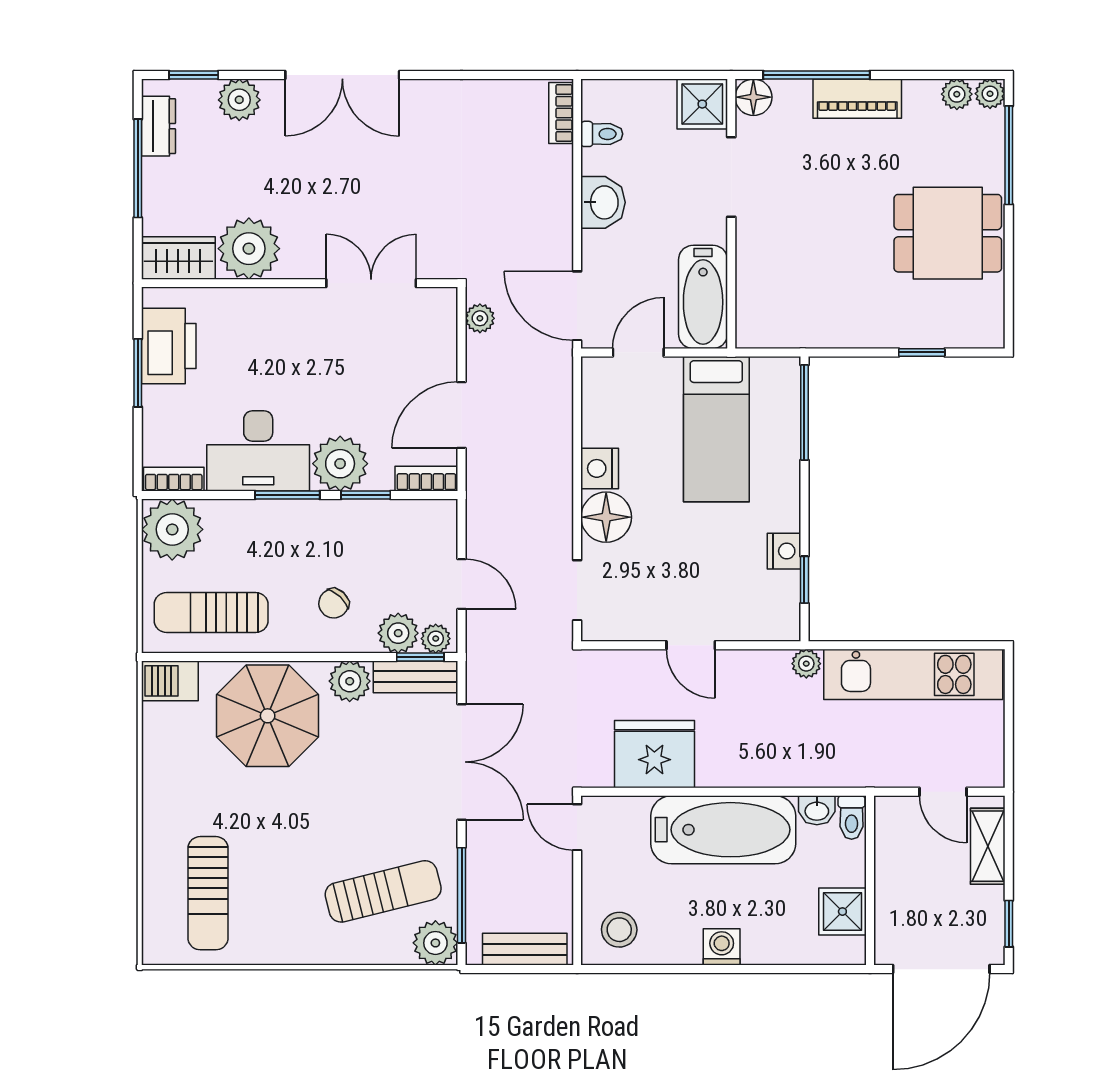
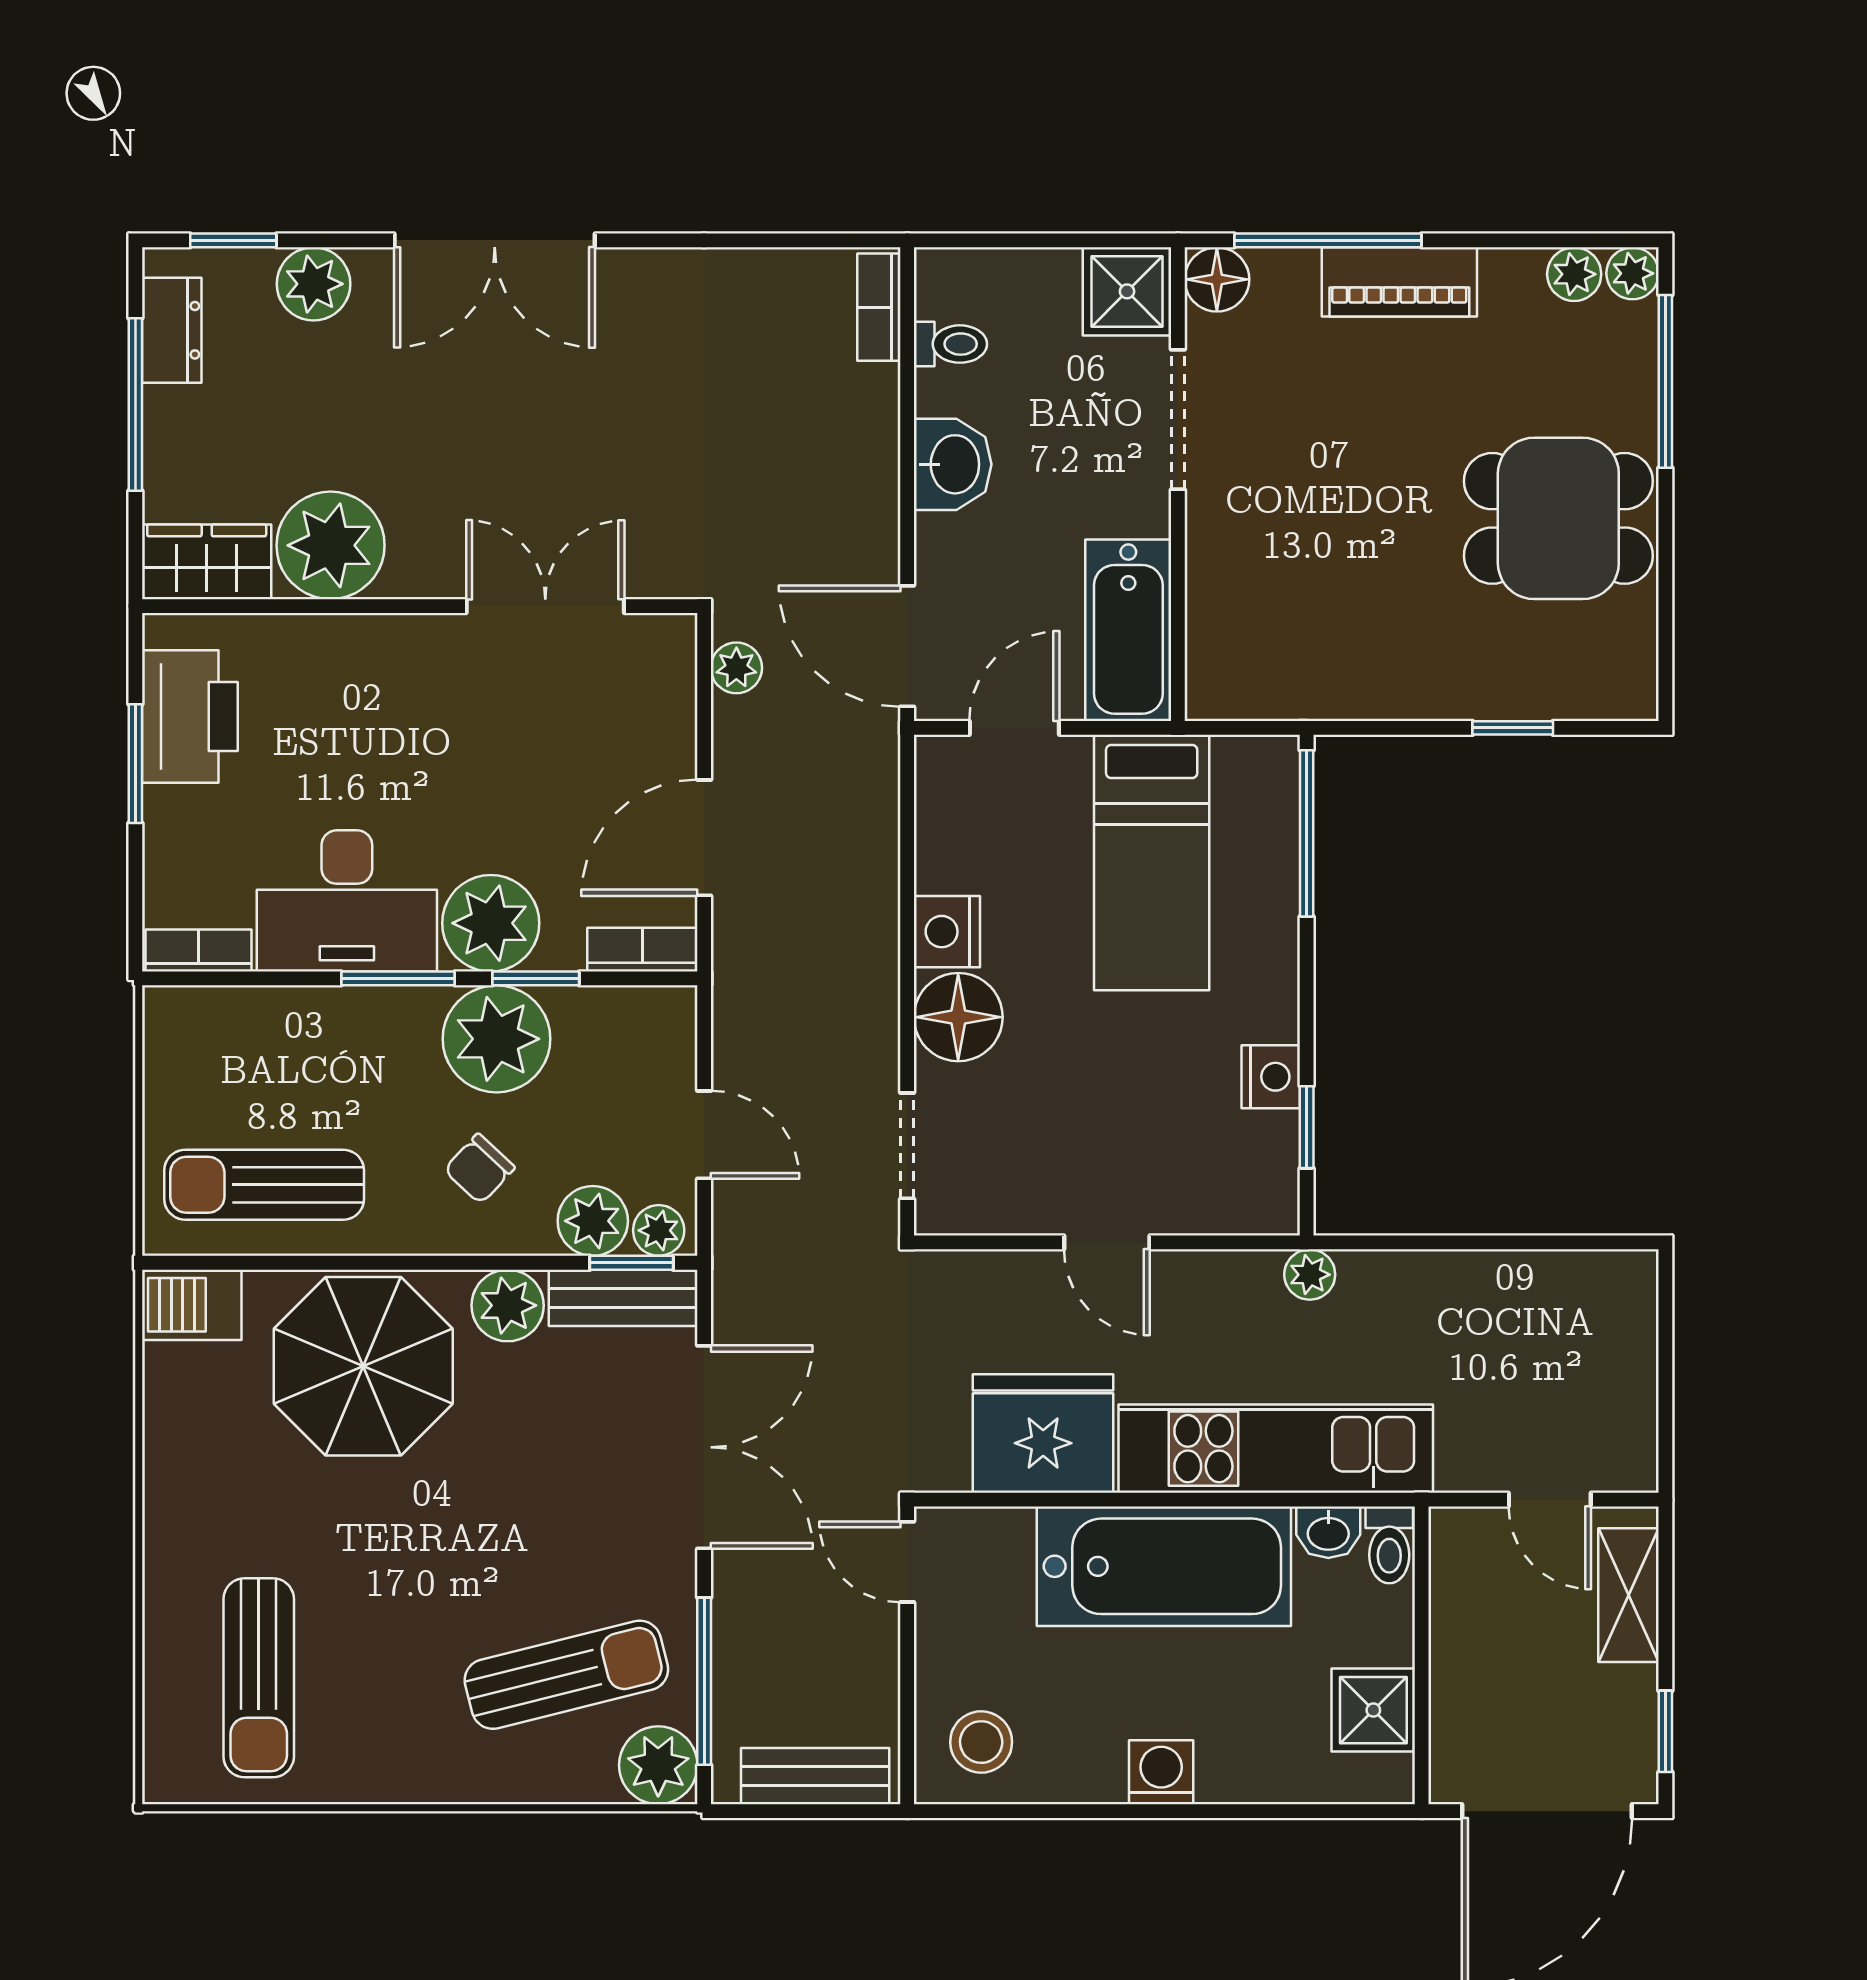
plant: (172, 529) -> (497, 1039), moved
kitchen unit: (913, 674) -> (1276, 1449), moved, turned 180

